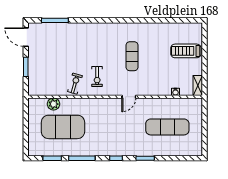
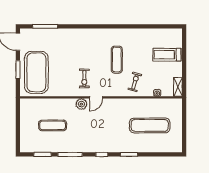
exercise mat: (46, 70) -> (36, 72), added
exercise bike: (75, 84) -> (135, 82), moved
door: (129, 97) -> (96, 97), moved
plant: (53, 104) -> (81, 104), moved
exercise mat: (63, 127) -> (53, 125), width x0.50, depth x0.69

